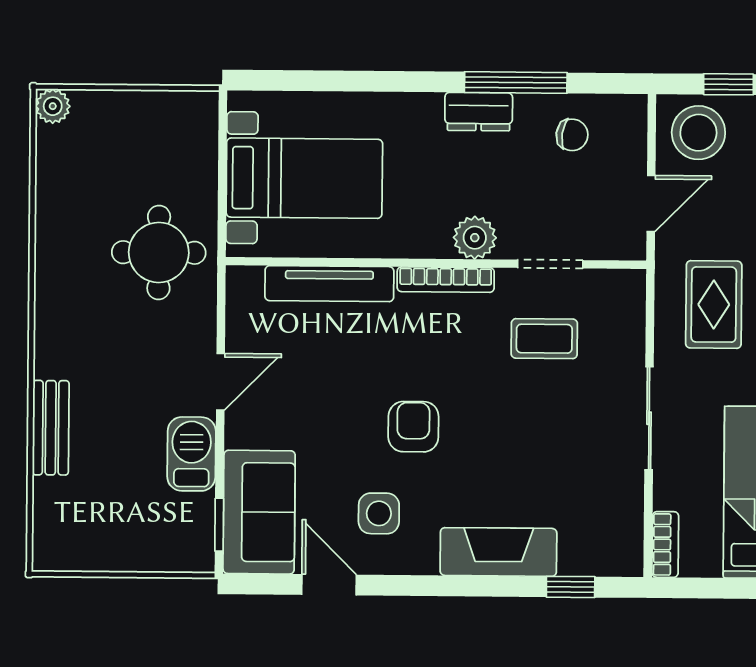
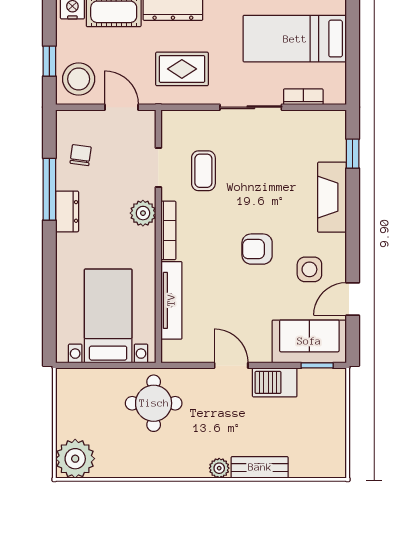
plant: (53, 106) -> (75, 459), width x1.88, depth x1.88
plant: (50, 361) -> (219, 468), added
bookcase: (665, 544) -> (303, 97), moved

